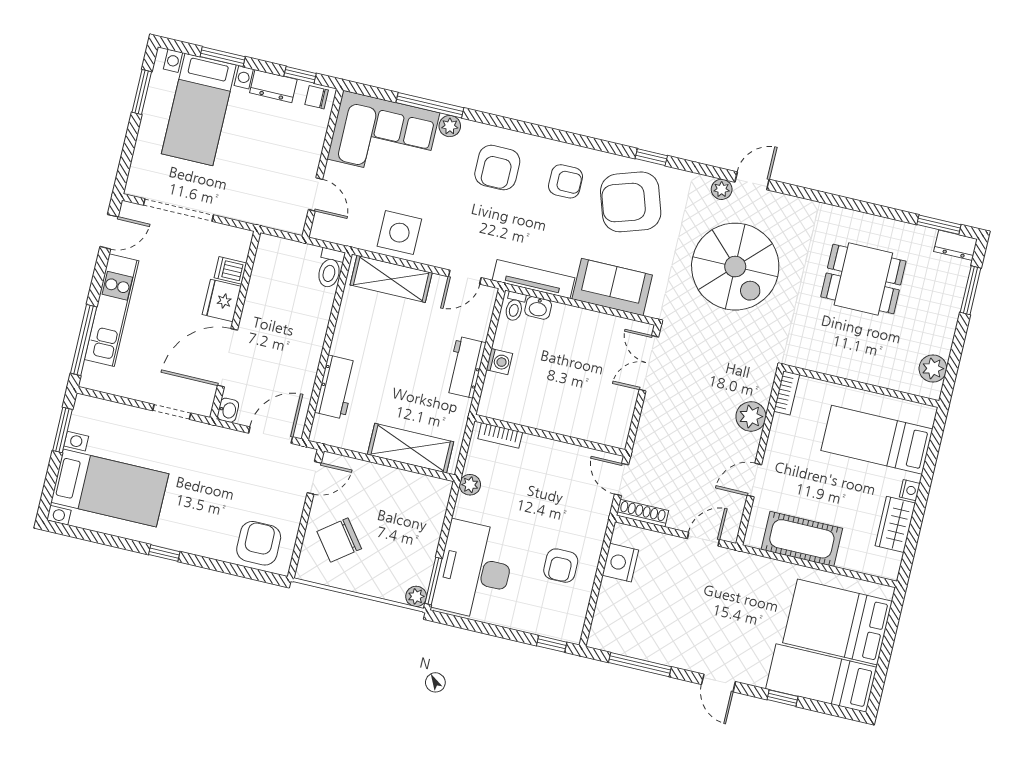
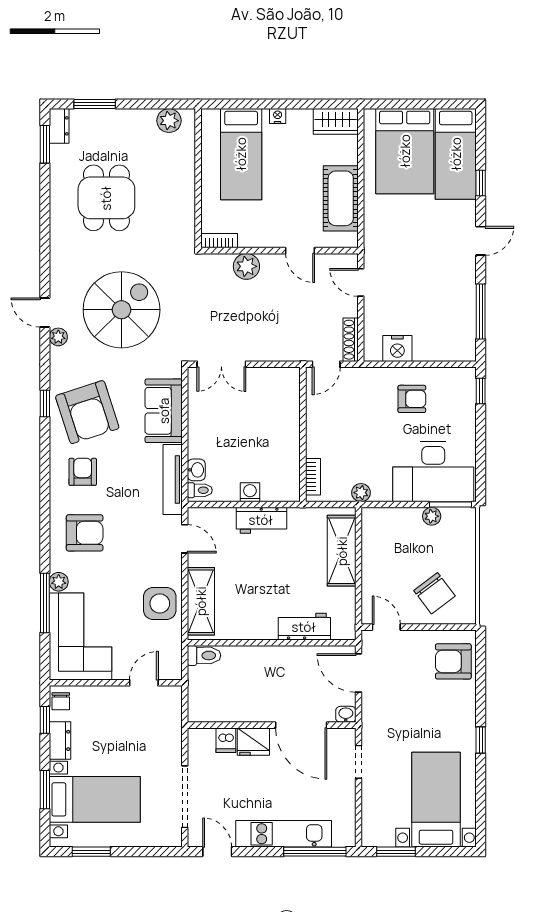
wardrobe: (895, 524) -> (336, 121), moved
plant: (416, 596) -> (432, 516), moved

